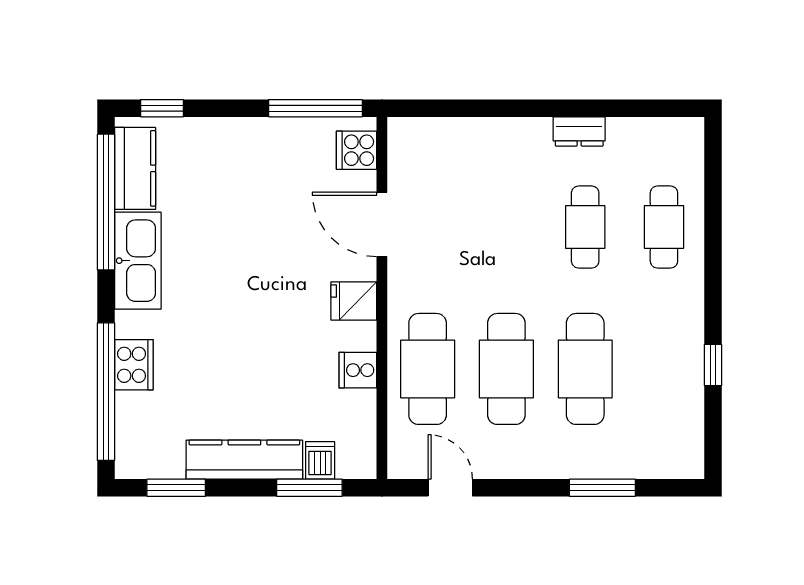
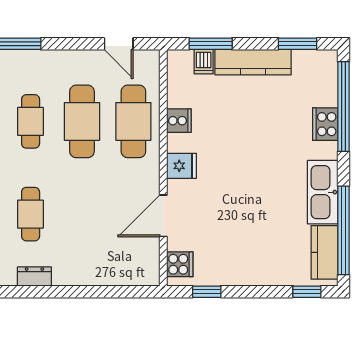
window: (315, 108) -> (207, 292), width x0.46
door: (382, 224) -> (163, 216), swing flipped
cafe table: (585, 369) -> (31, 121), width x0.73, depth x0.74

